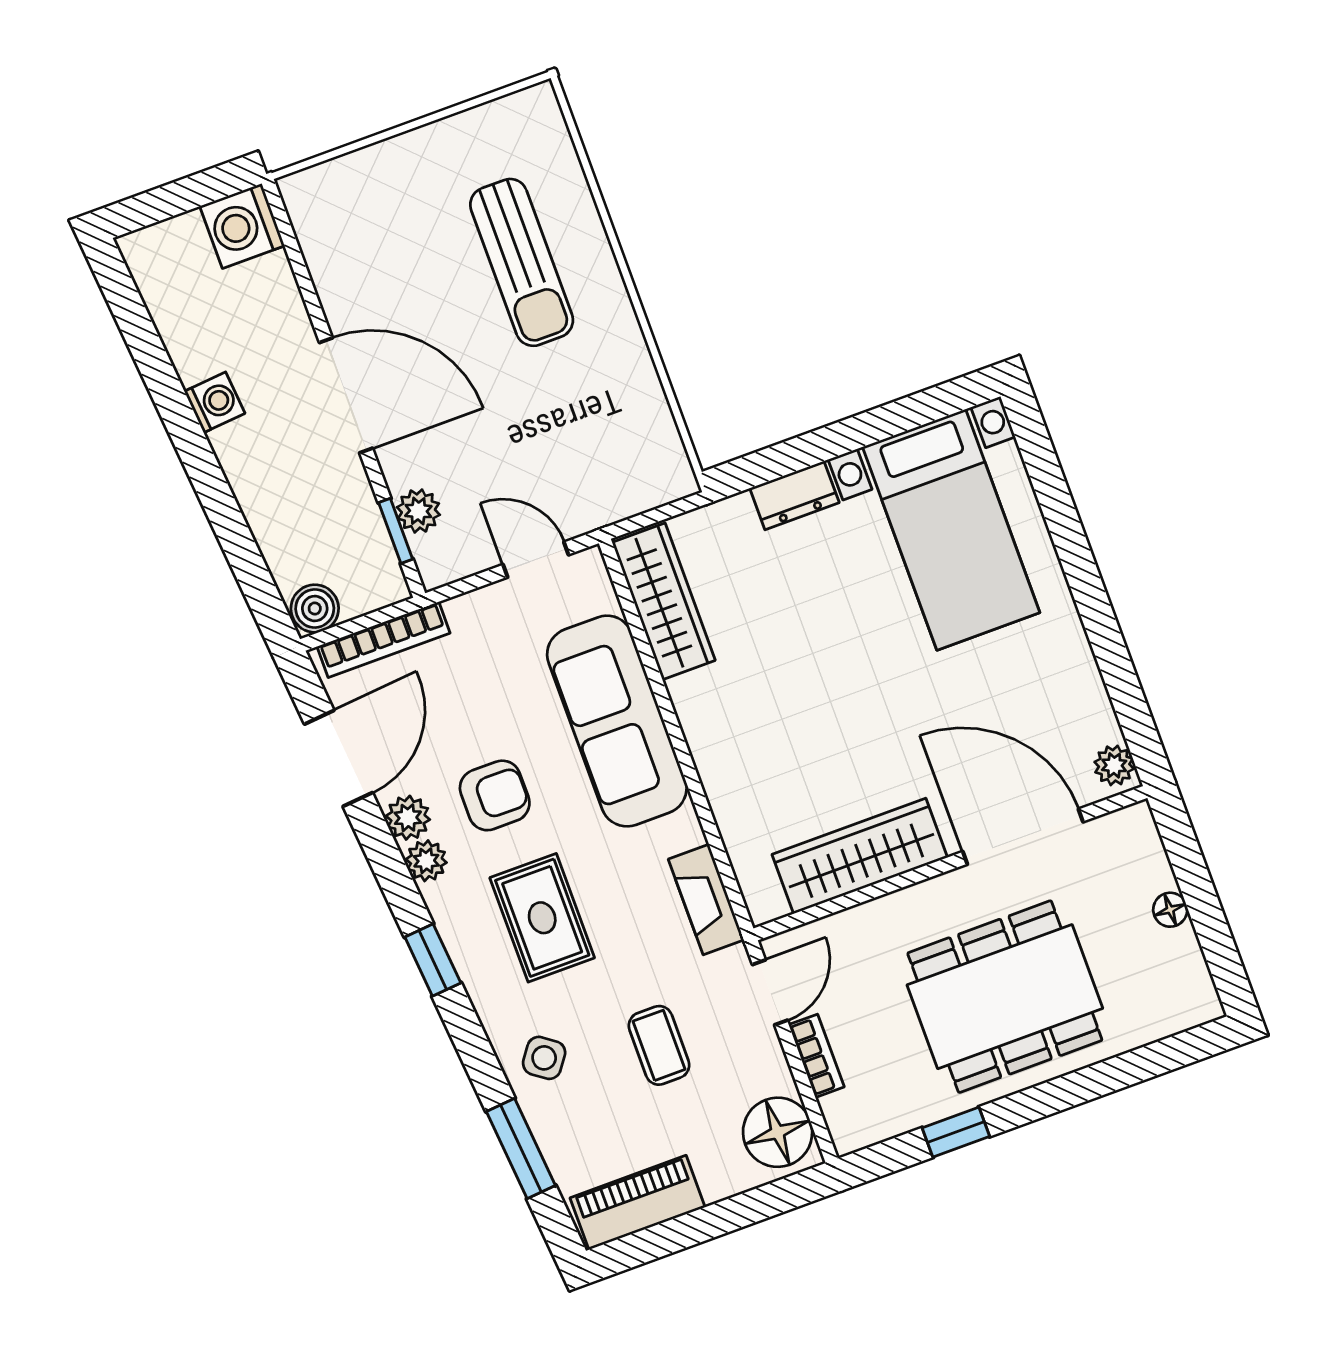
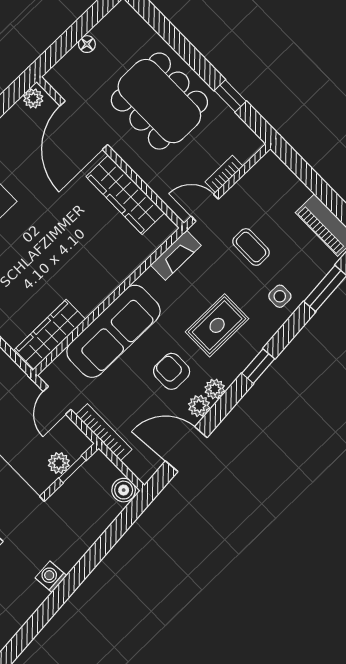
bookcase: (383, 640) -> (104, 432), moved
coffee table: (659, 1045) -> (251, 247), turned 90
side table: (544, 1058) -> (280, 296), turned -36
floor lamp: (778, 1132) -> (266, 176), removed

